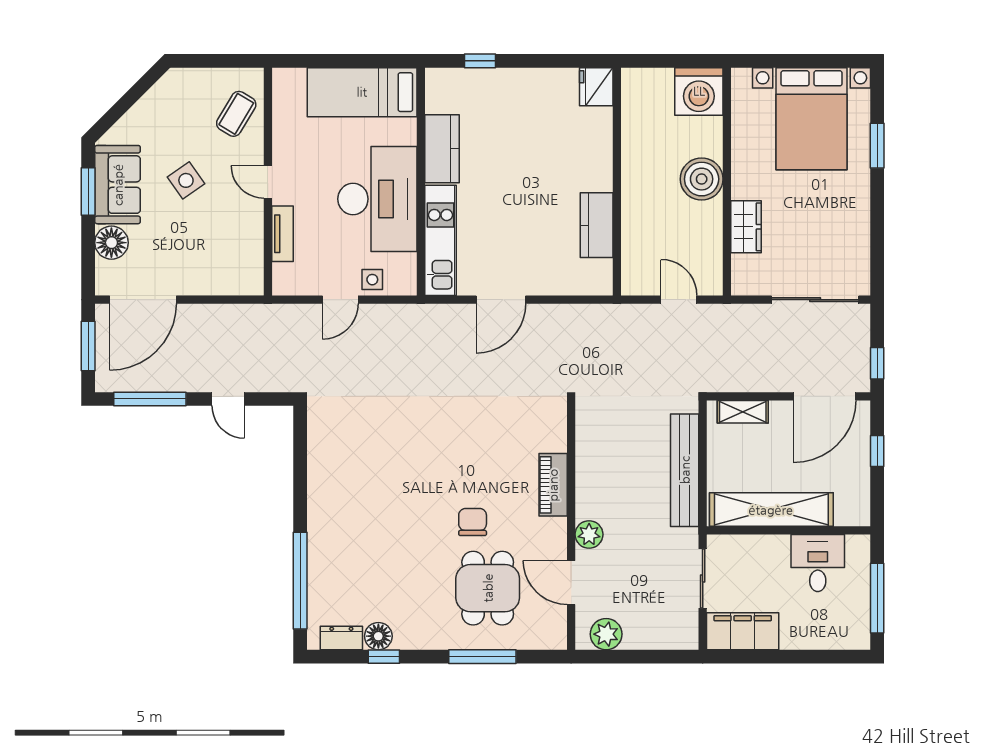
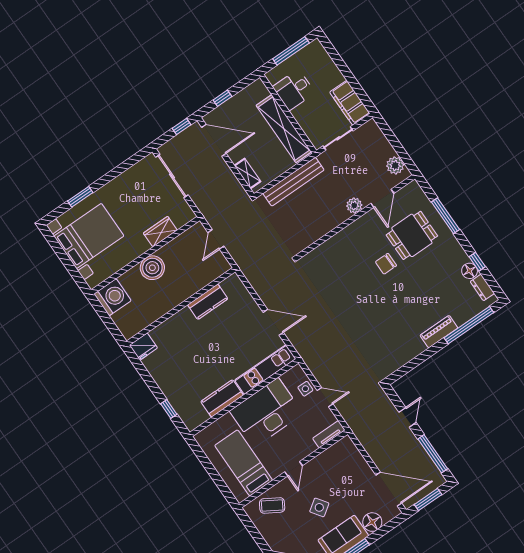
bed: (362, 92) -> (244, 463), moved, turned 180
tv unit: (283, 234) -> (329, 434), moved
piano: (553, 485) -> (439, 332), moved, turned 180

